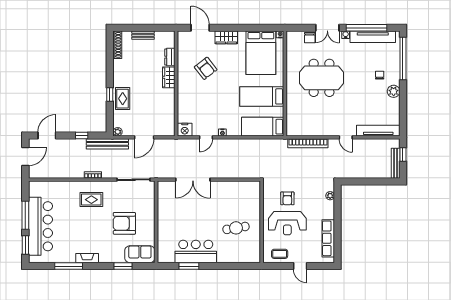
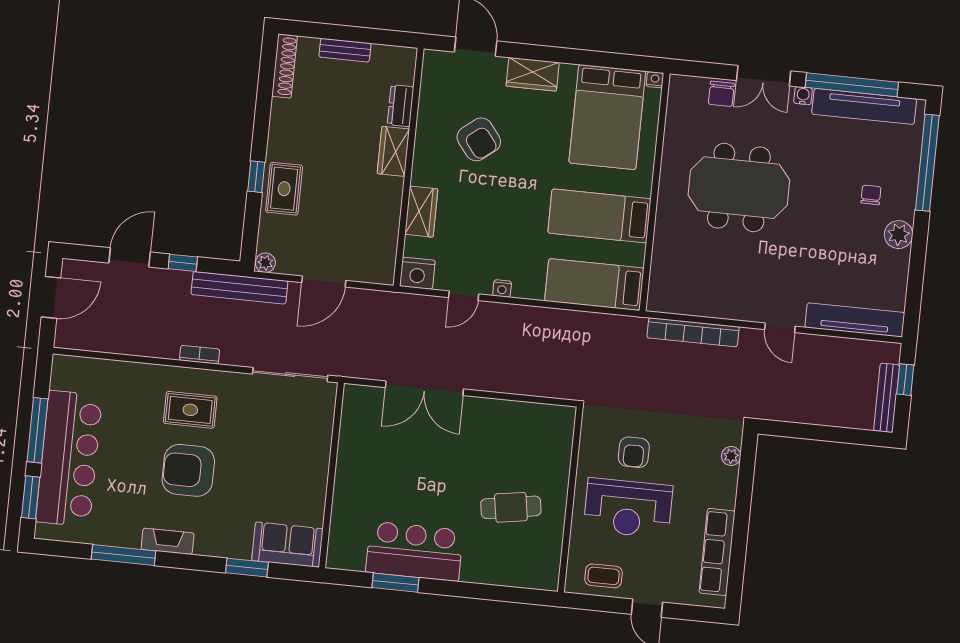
wardrobe: (184, 102) -> (421, 212), added
door: (47, 136) -> (130, 257), moved
armchair: (124, 223) -> (188, 470), moved

